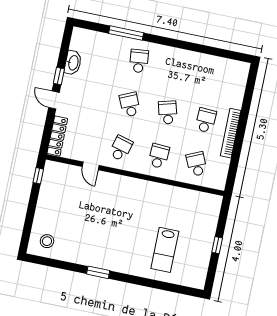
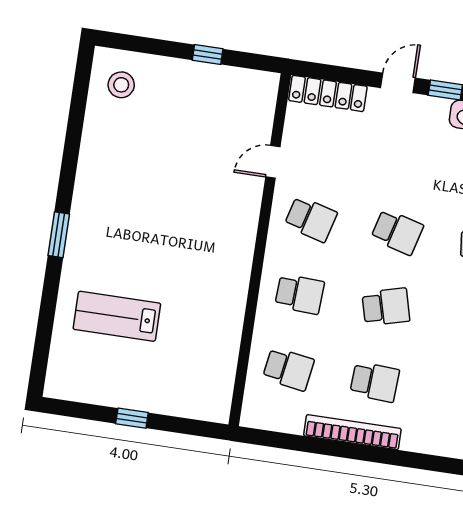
school desk: (130, 105) -> (397, 232), turned 39
school desk: (197, 164) -> (288, 369), turned 33
window: (38, 176) -> (208, 54), moved
window: (98, 272) -> (59, 235), moved

